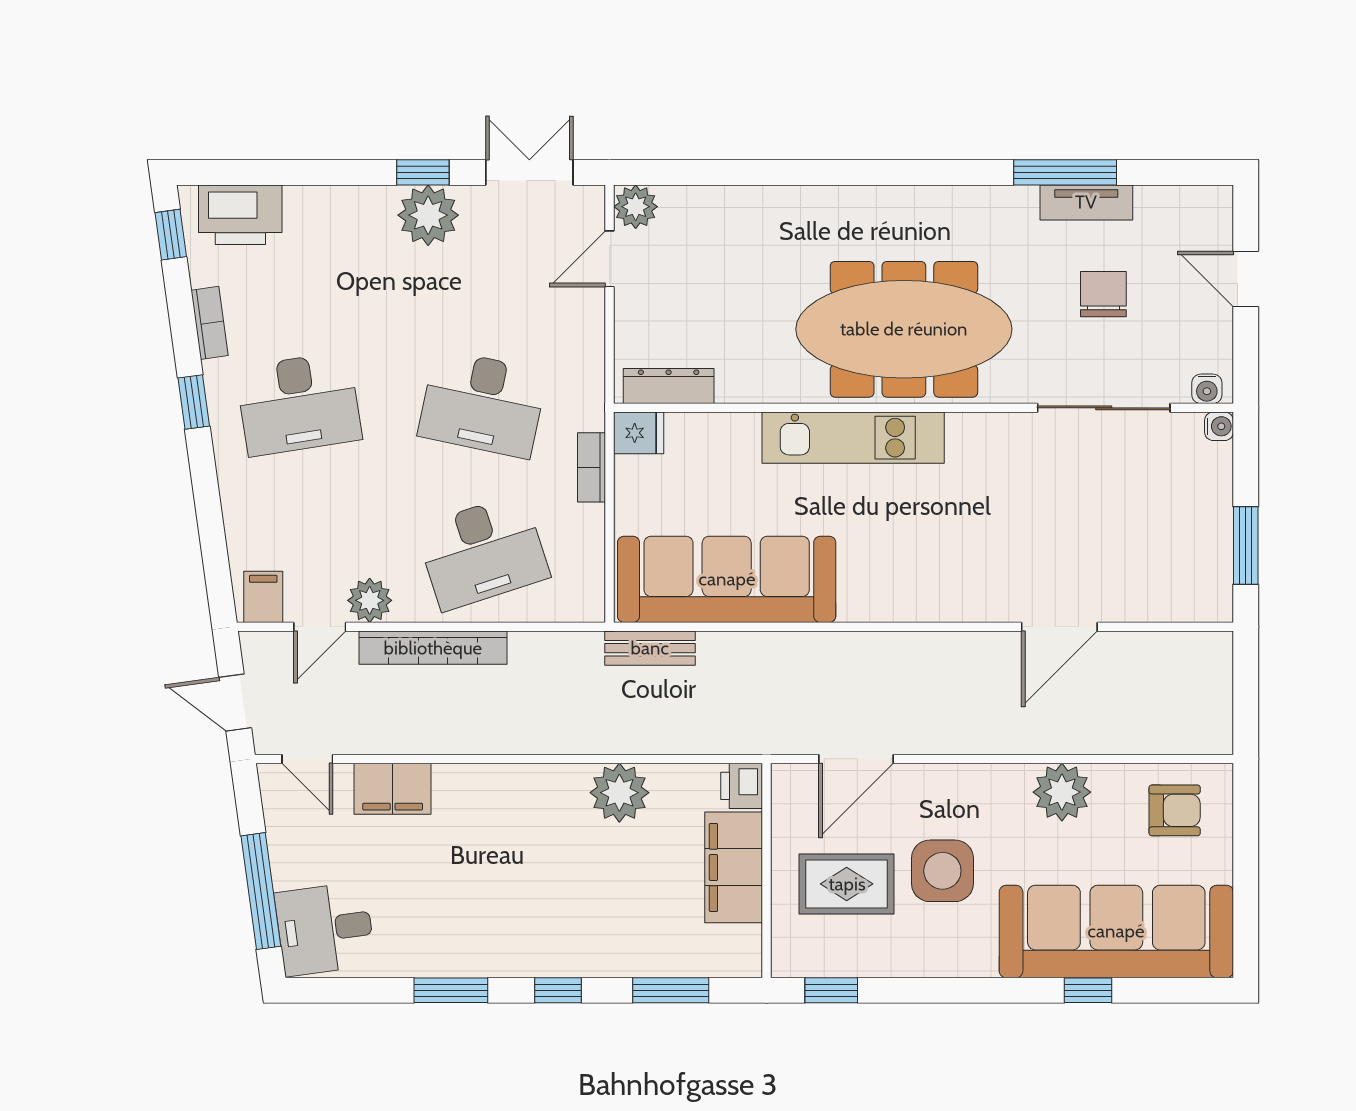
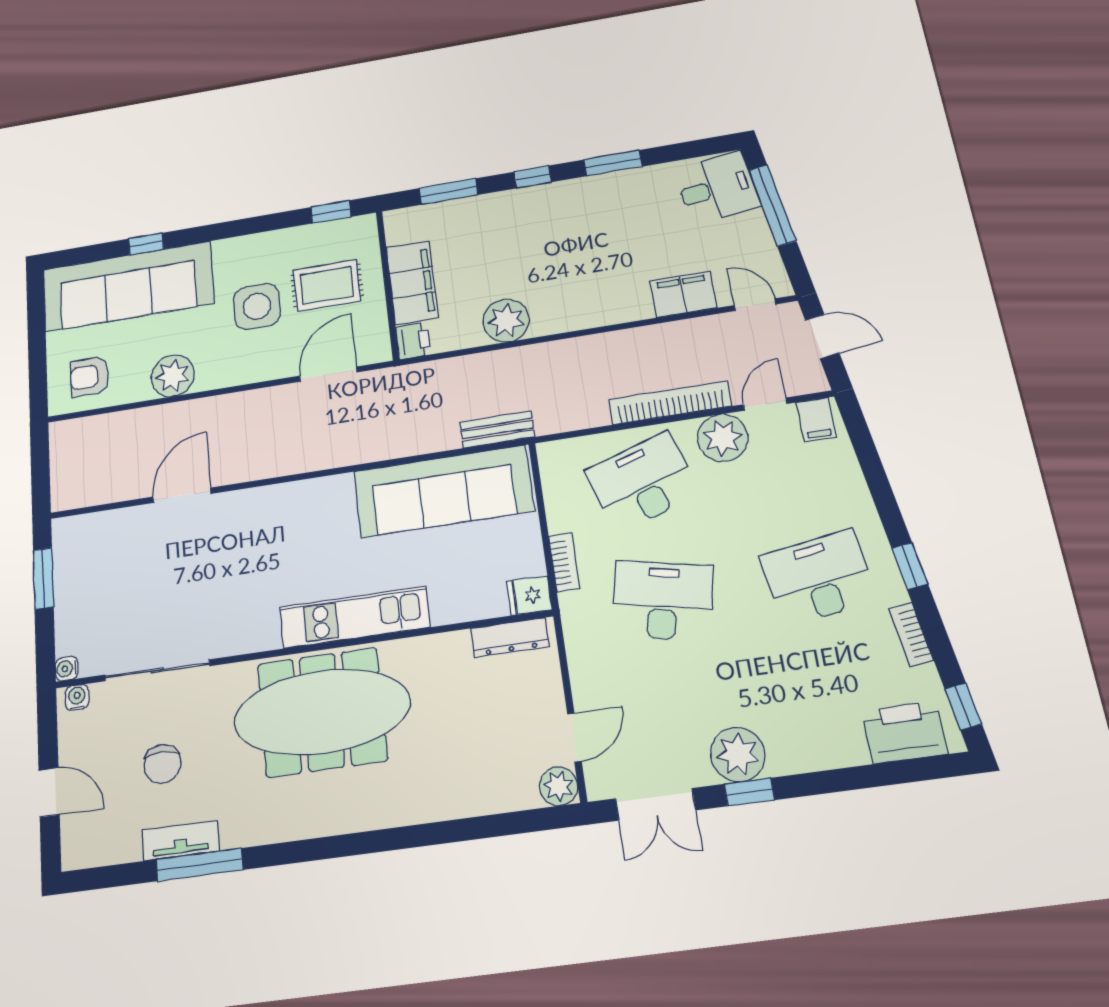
plant: (370, 600) -> (723, 438), width x1.36, depth x1.36

